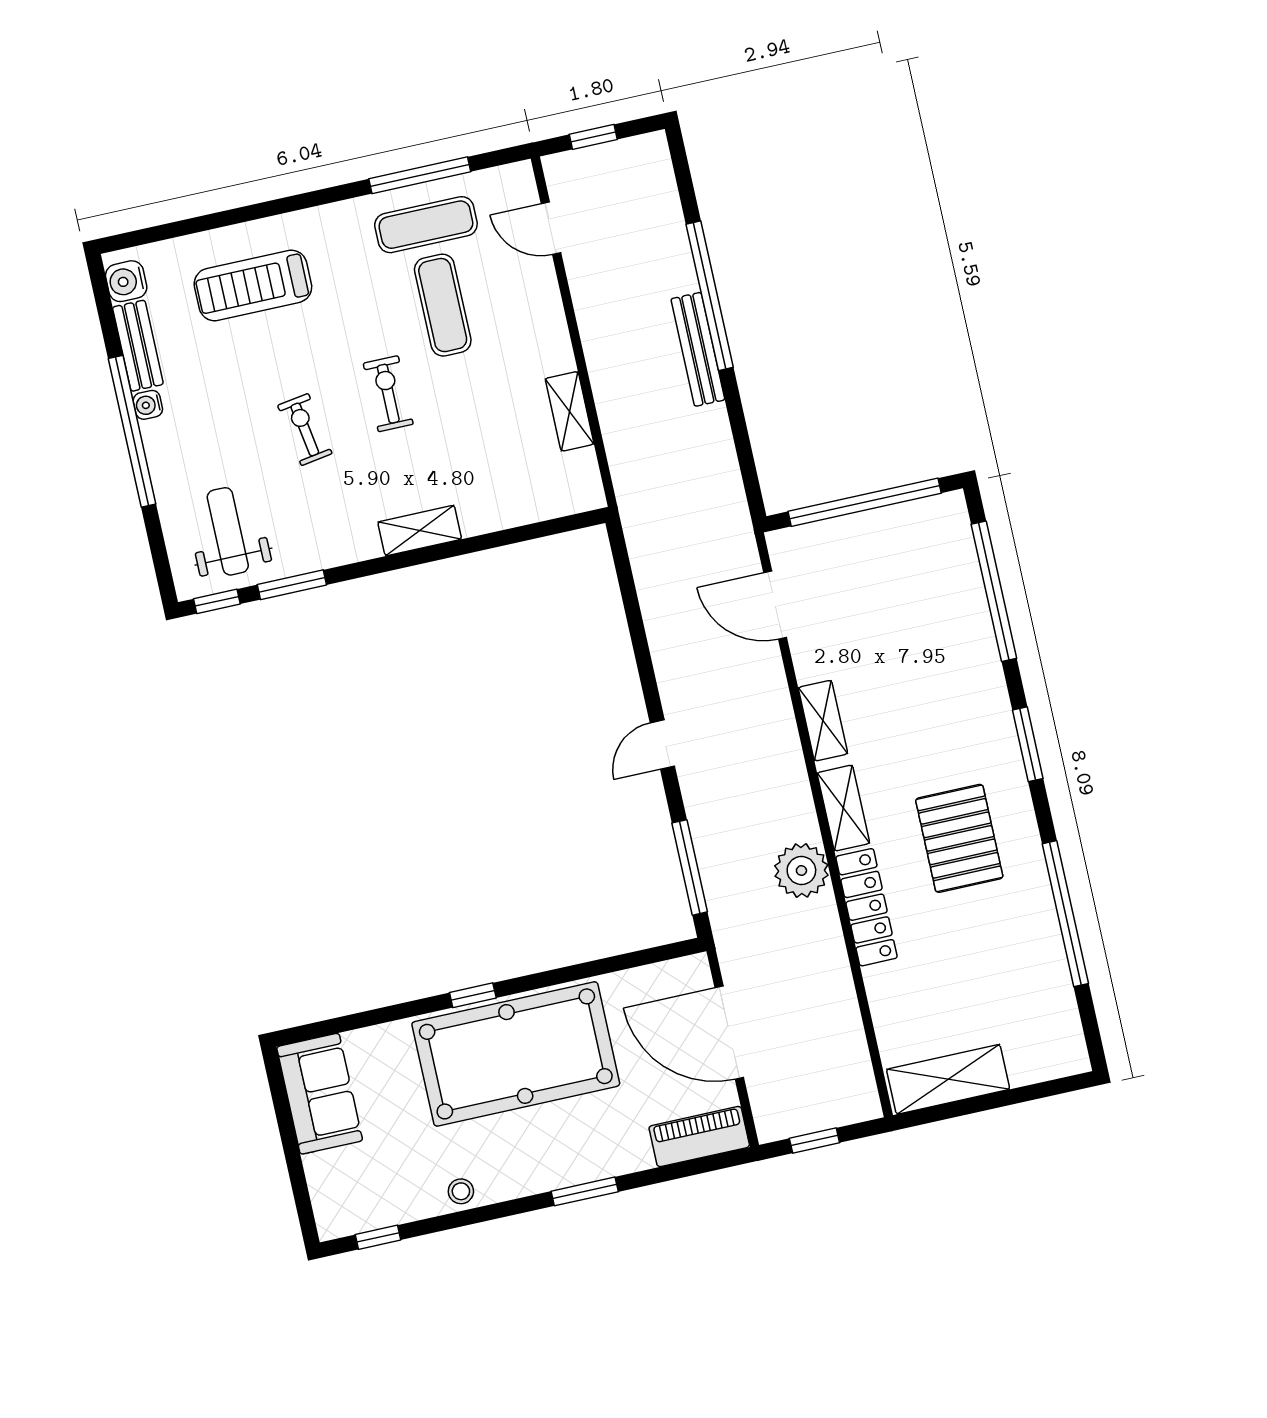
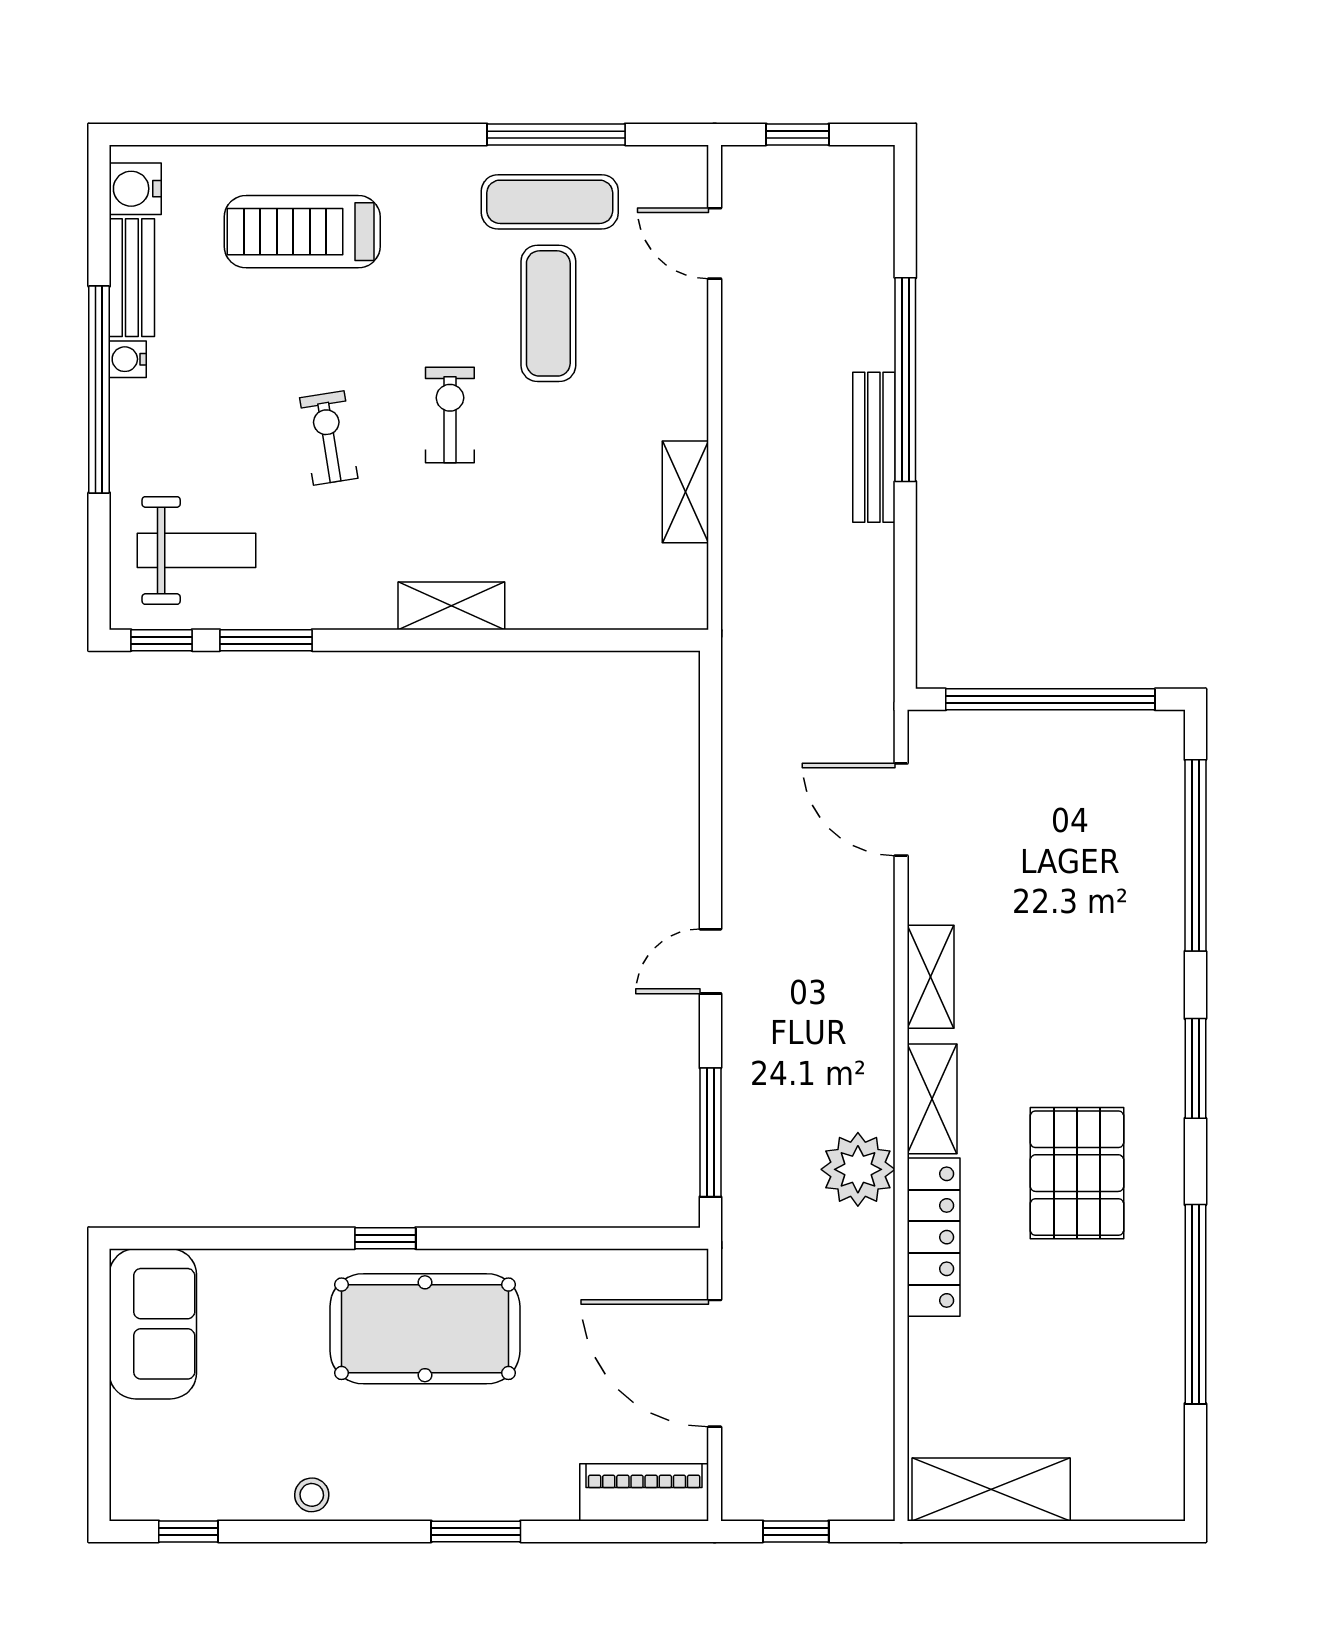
weight bench: (228, 531) -> (197, 550), turned 90
pool table: (516, 1054) -> (425, 1329), width x0.73, depth x0.76

